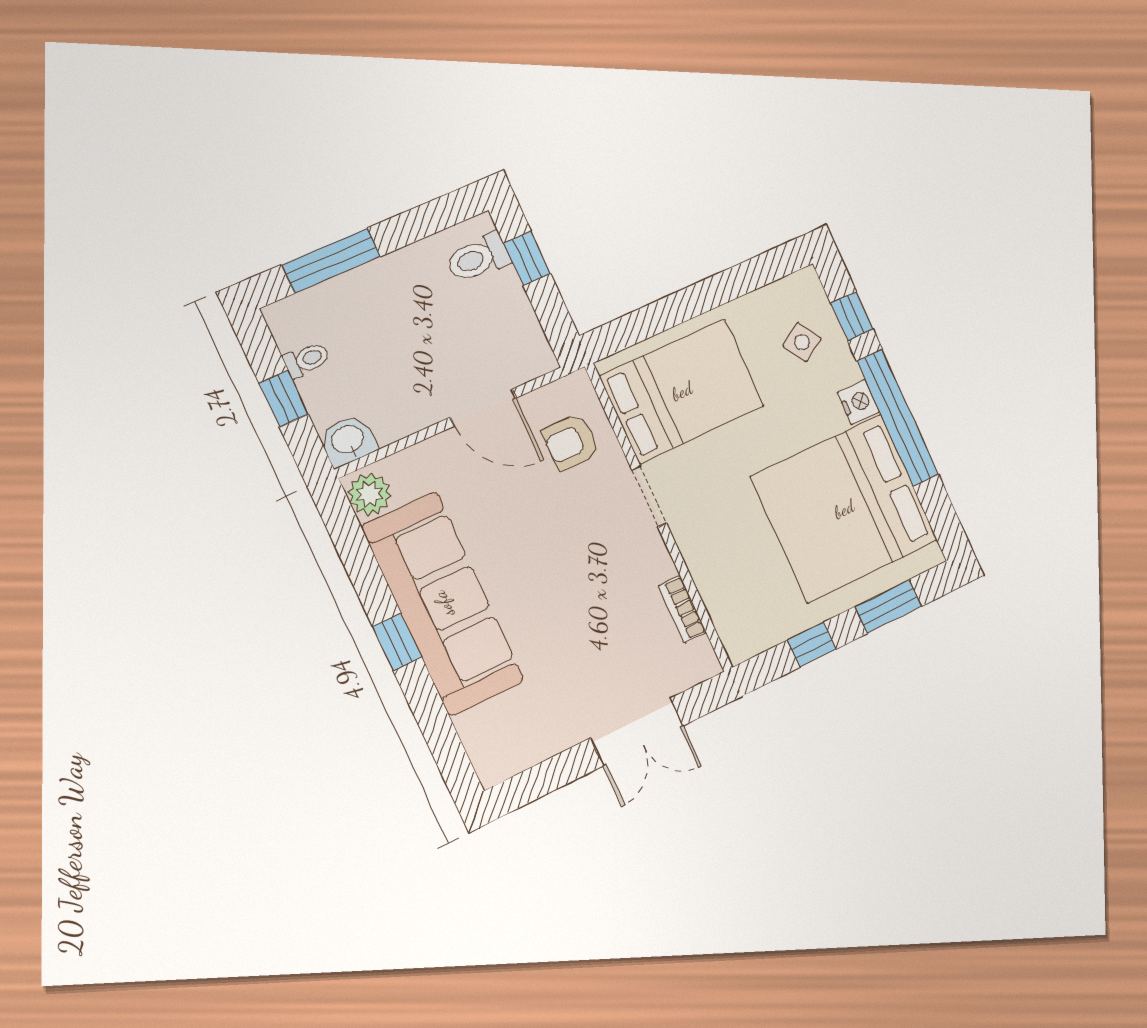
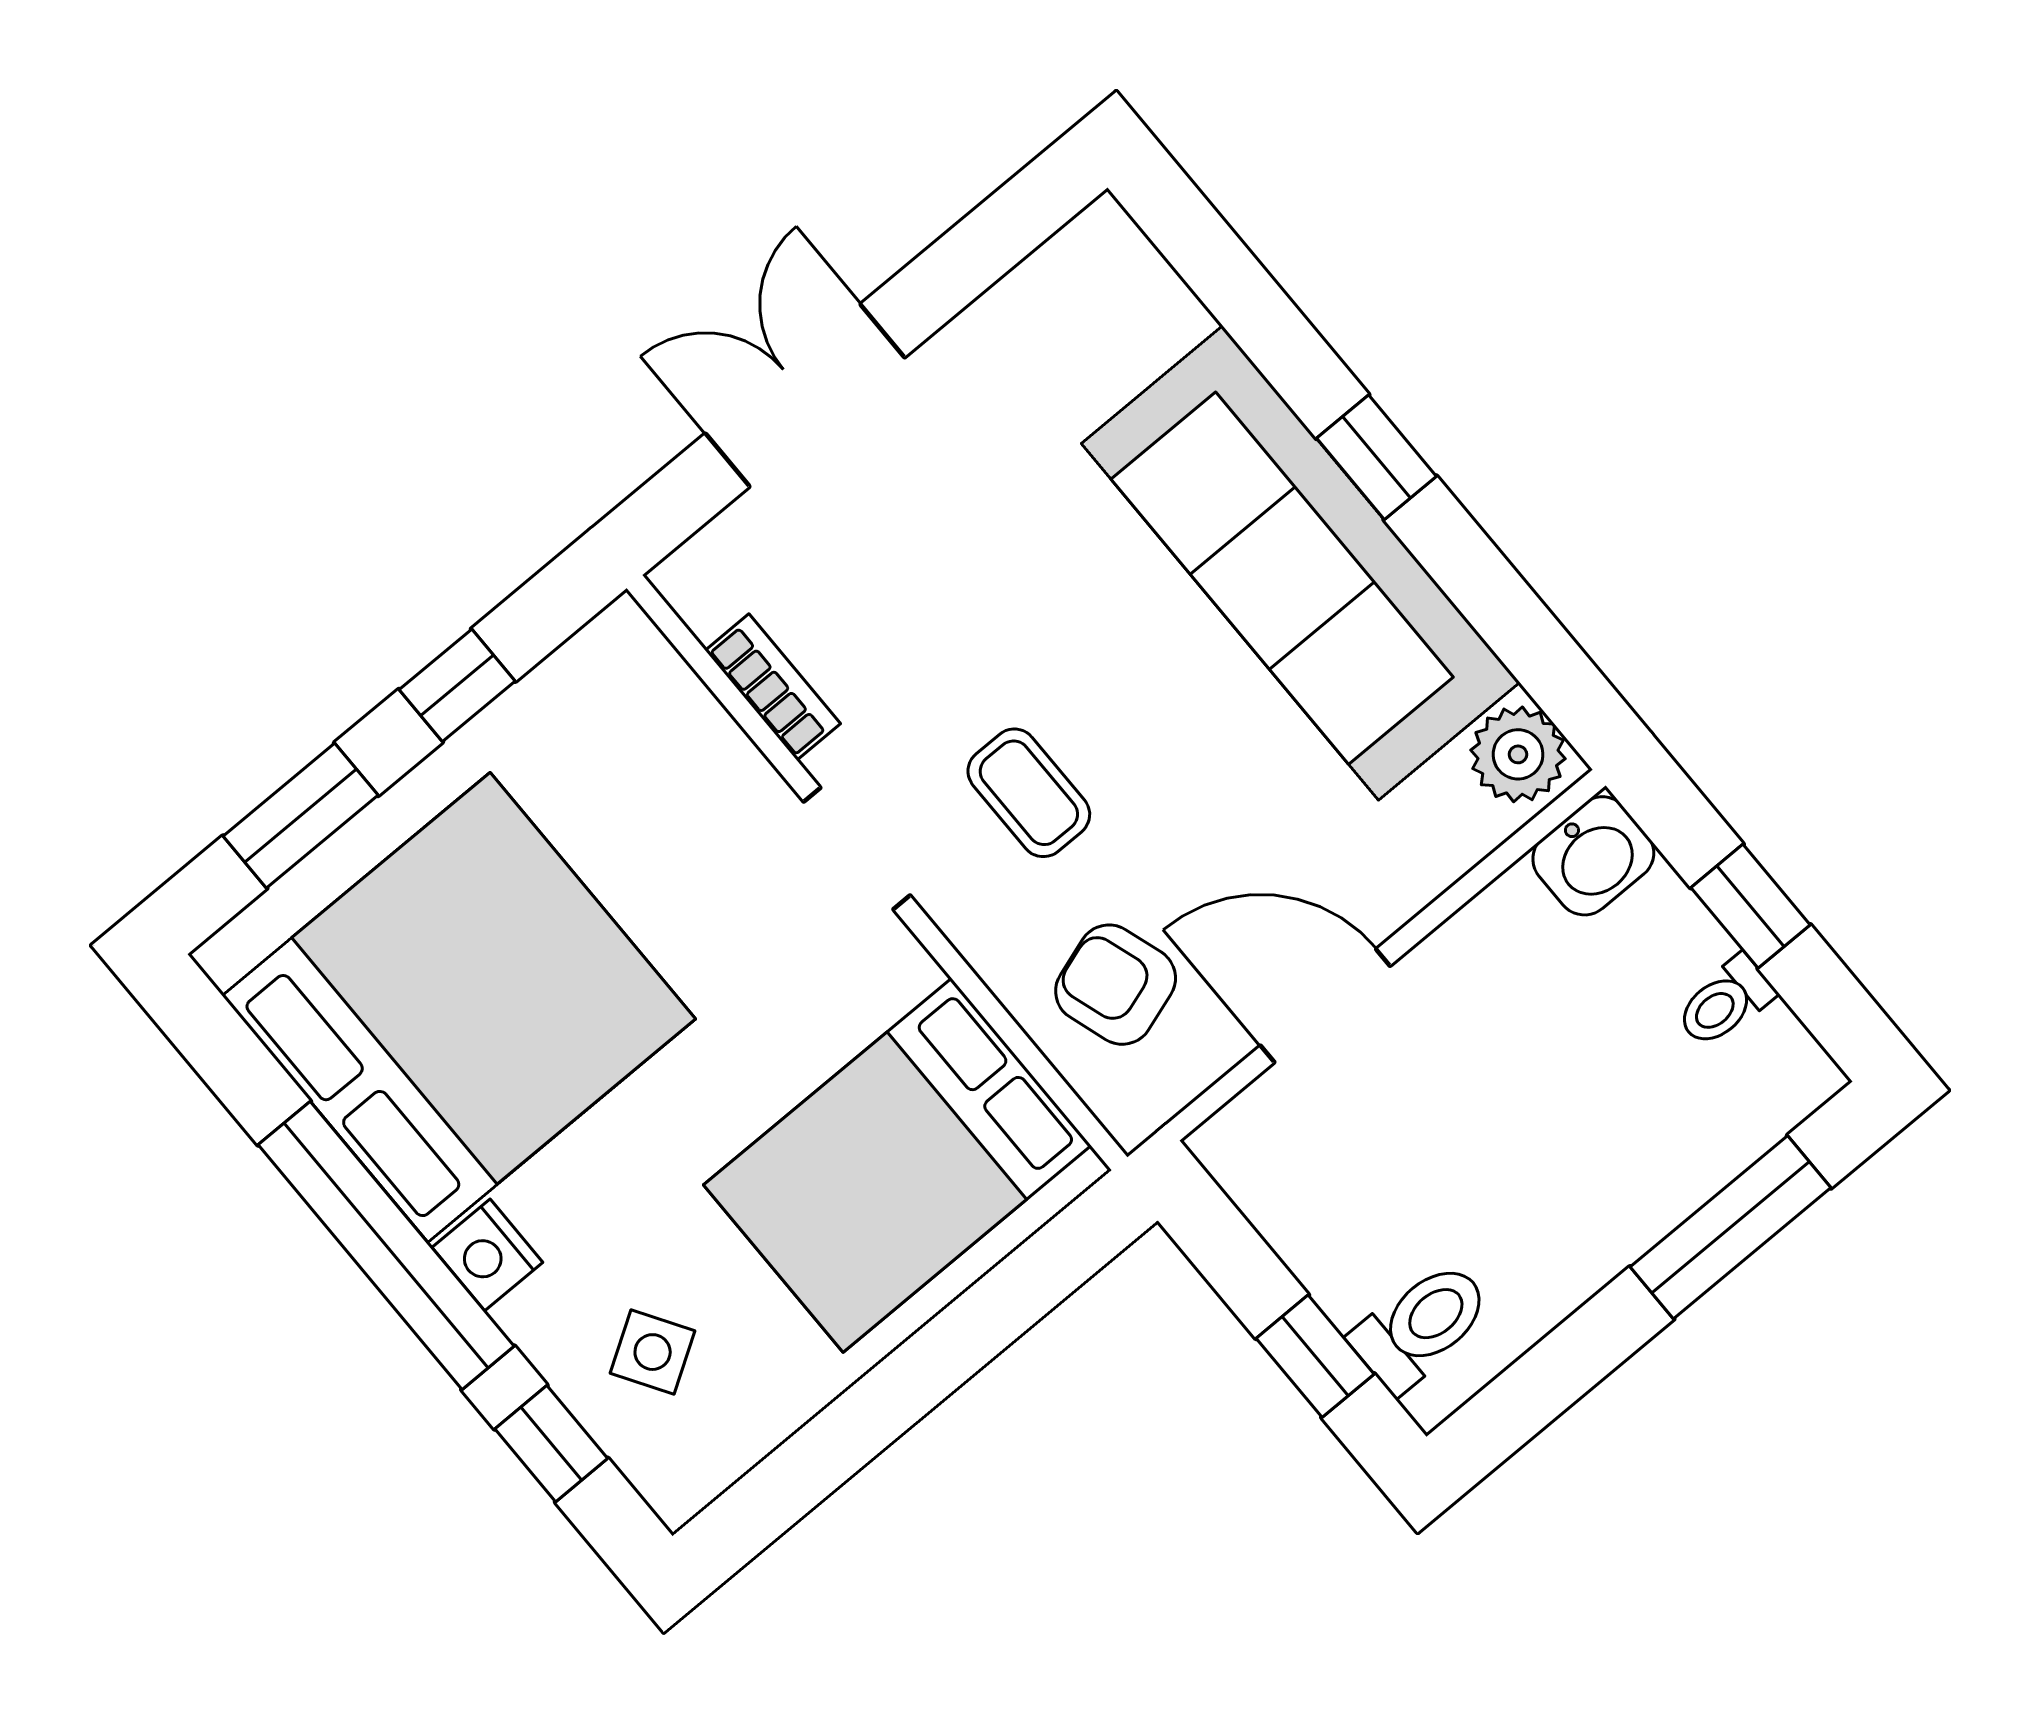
armchair: (571, 442) -> (1116, 985), turned -108
doorway: (649, 497) -> (857, 848), moved
coffee table: (586, 535) -> (1029, 793), added

